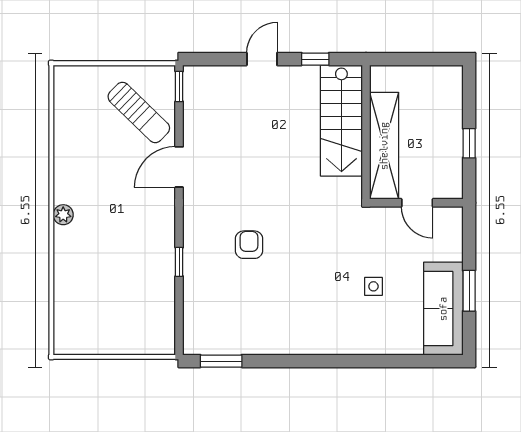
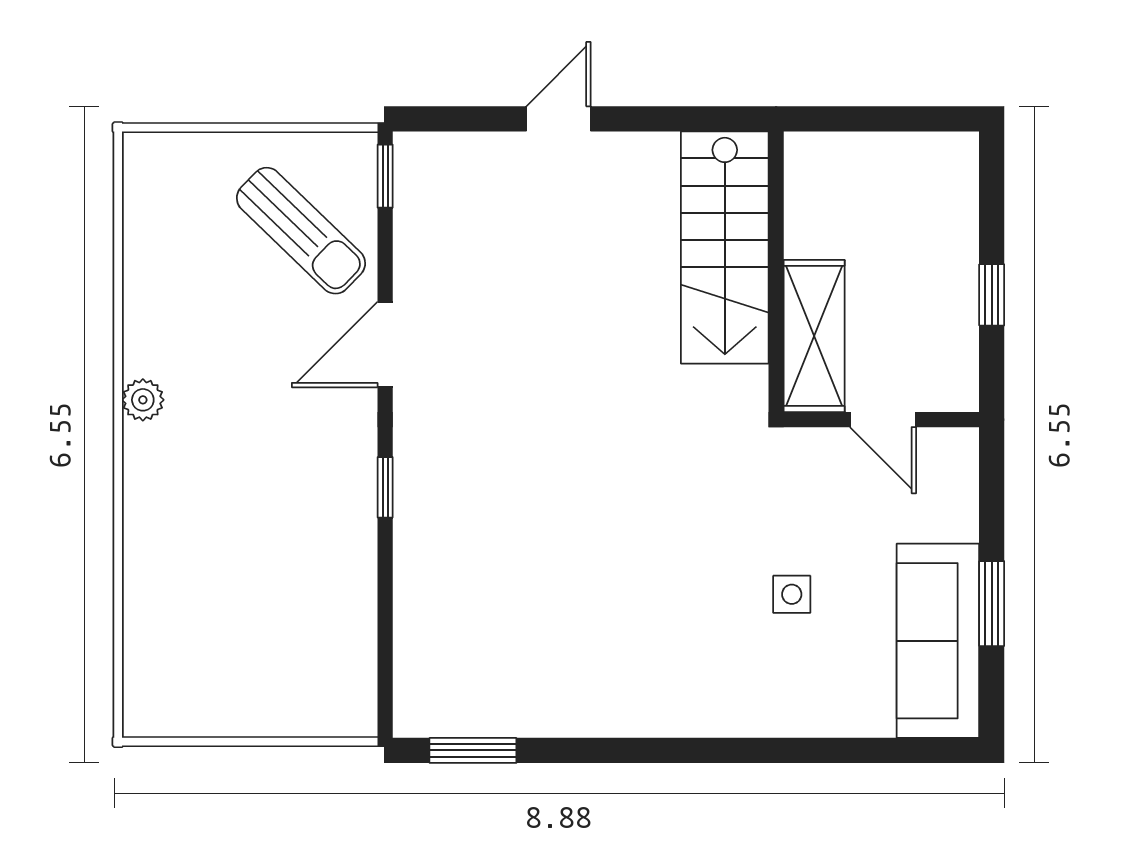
window: (315, 59) -> (670, 119), removed
shelving: (384, 146) -> (814, 336), width x0.68
plant: (63, 215) -> (143, 400), moved
armchair: (249, 245) -> (531, 507), removed
window: (179, 262) -> (385, 487), moved

